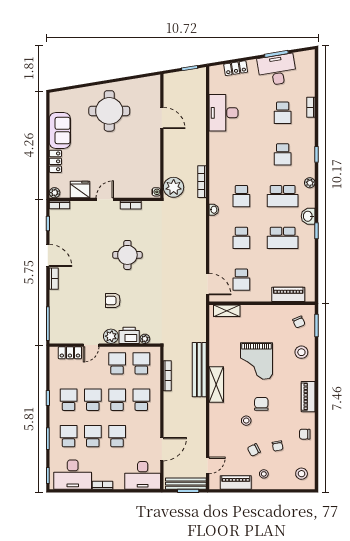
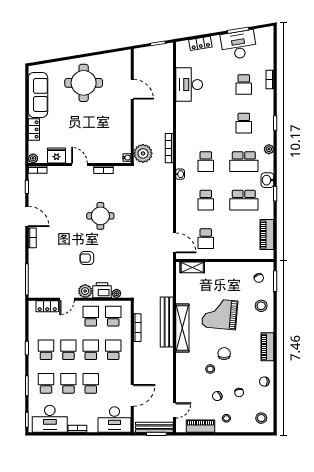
sofa: (60, 131) -> (38, 95), width x1.36
door: (105, 199) -> (79, 165), hinge flipped
piano: (288, 294) -> (267, 235), moved, turned -90
grand piano: (257, 361) -> (220, 314), turned 95
shelving: (216, 385) -> (182, 328), width x1.47

